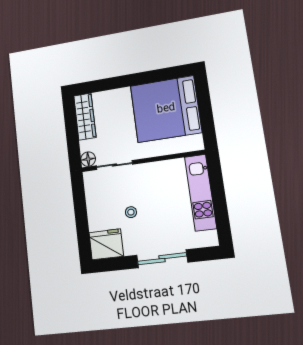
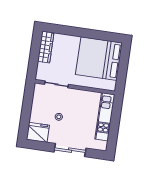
floor lamp: (88, 159) -> (41, 75), removed

